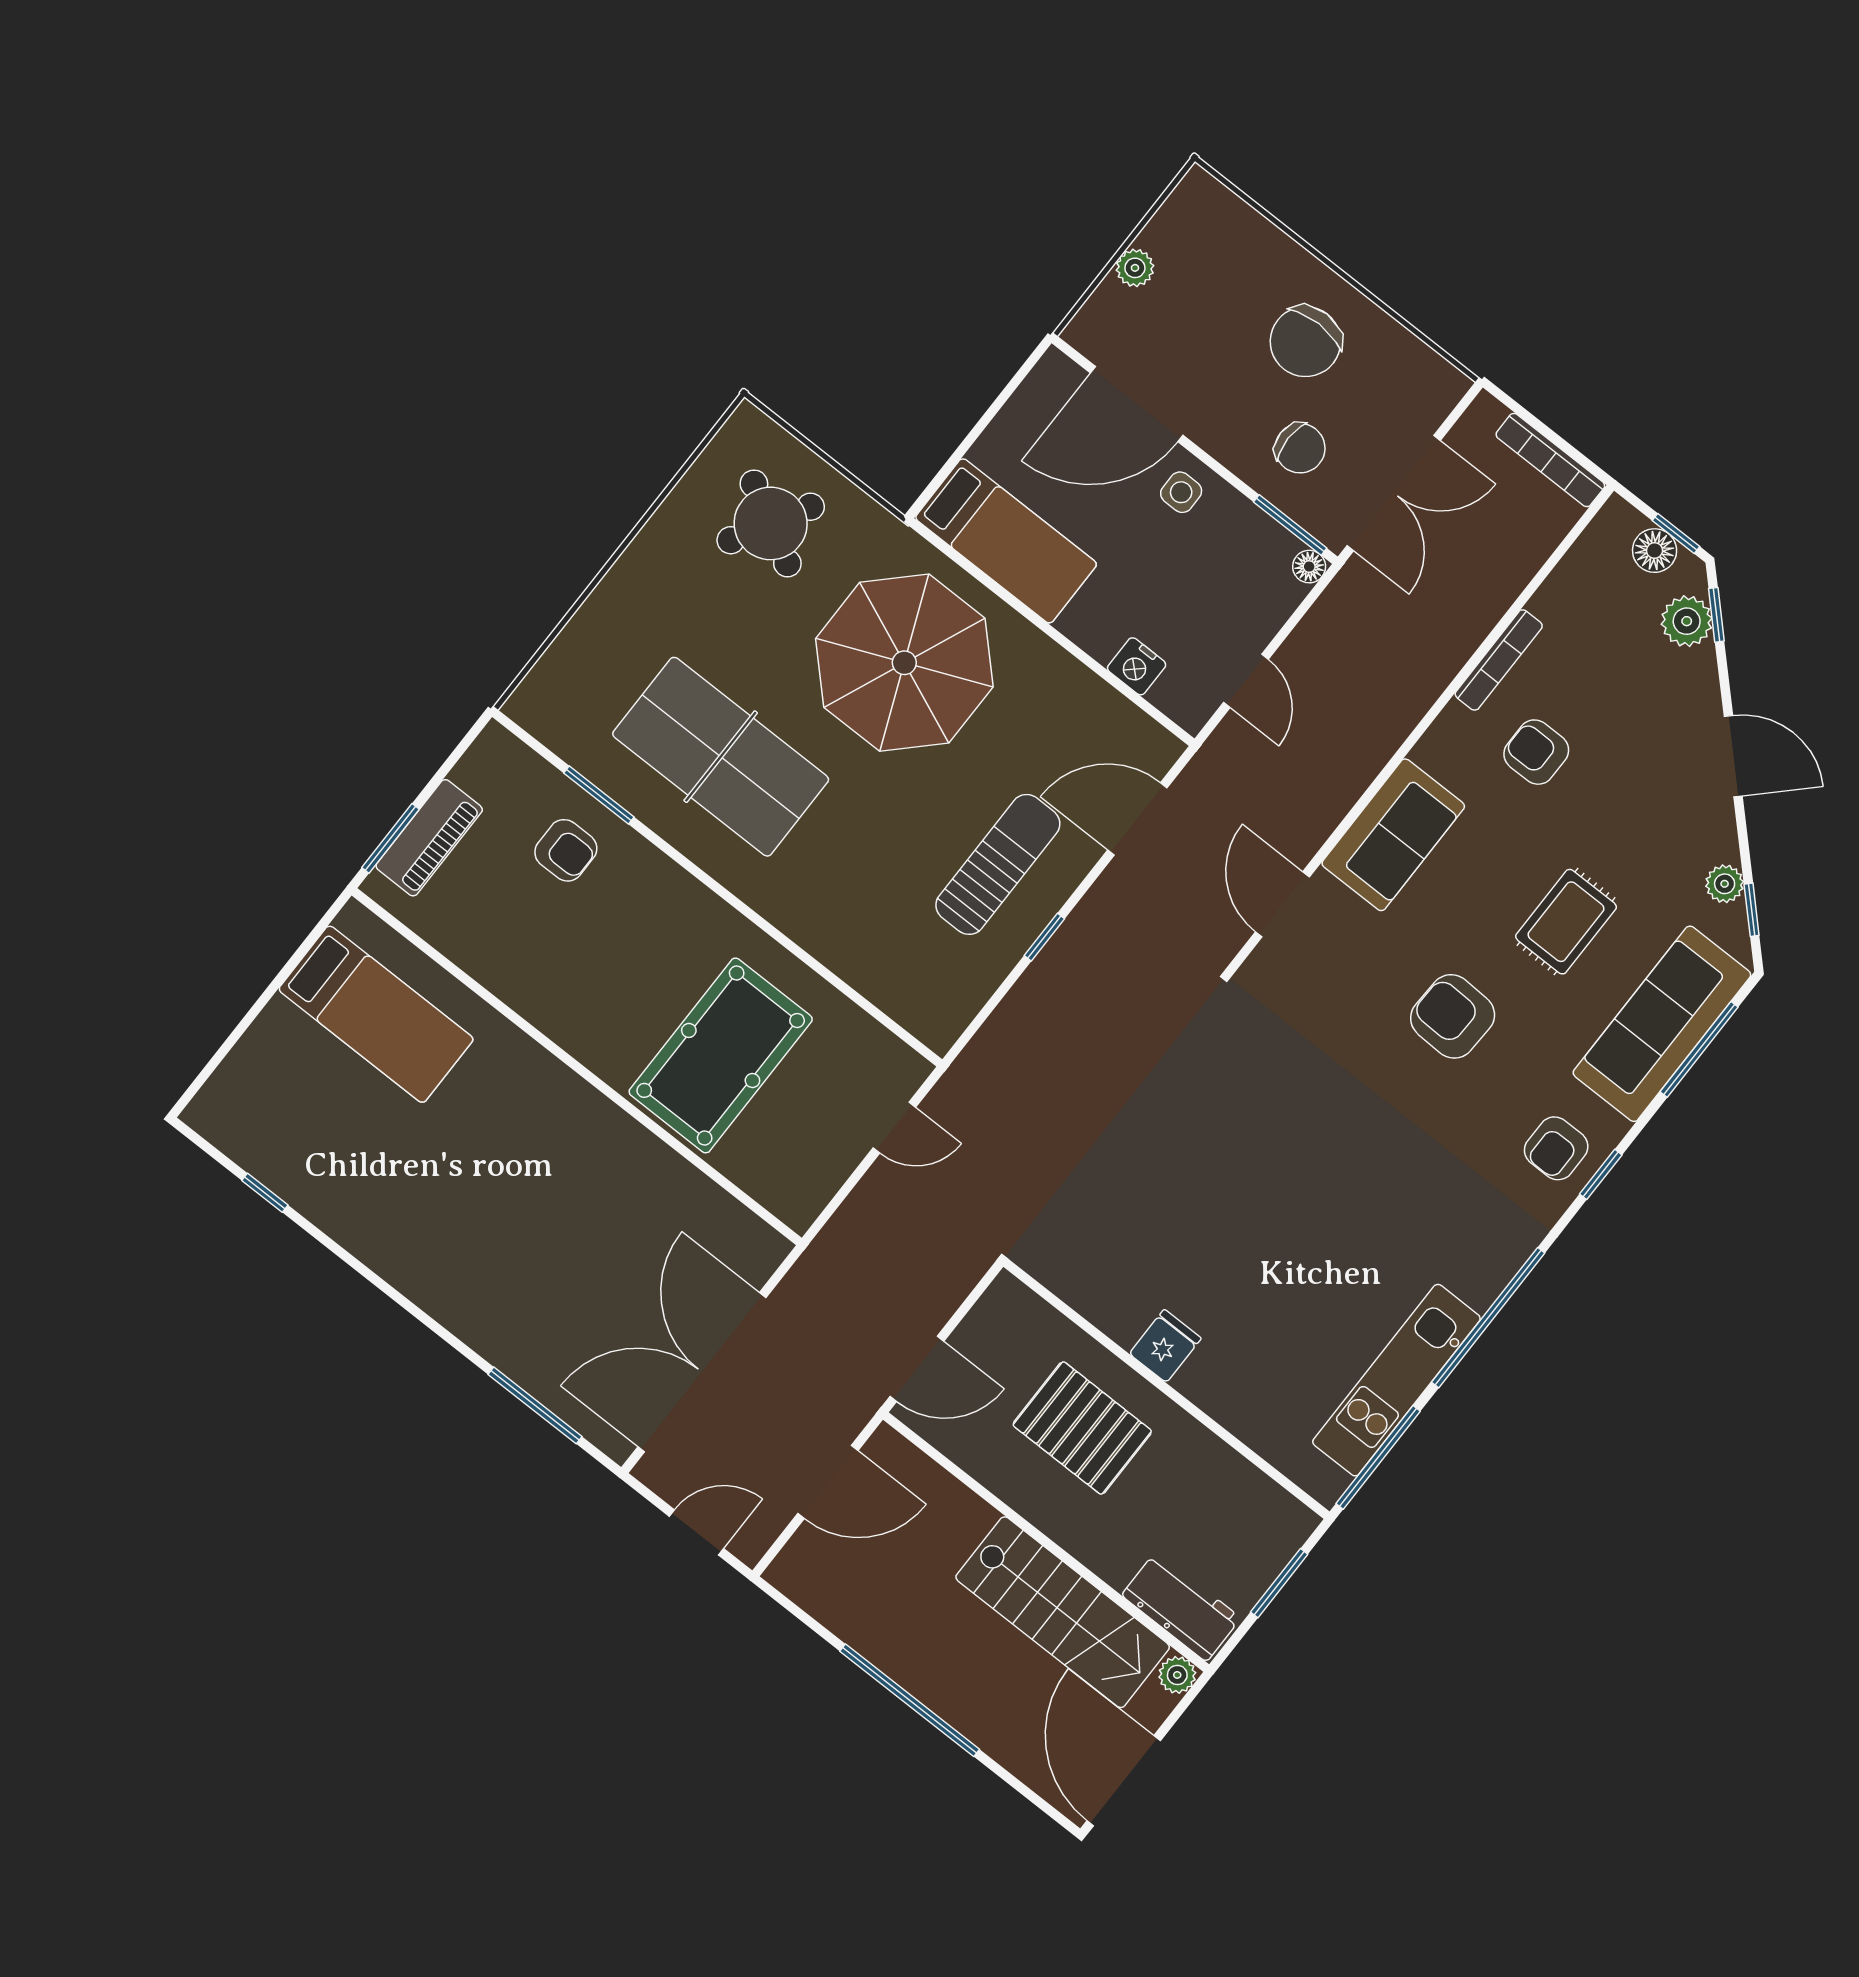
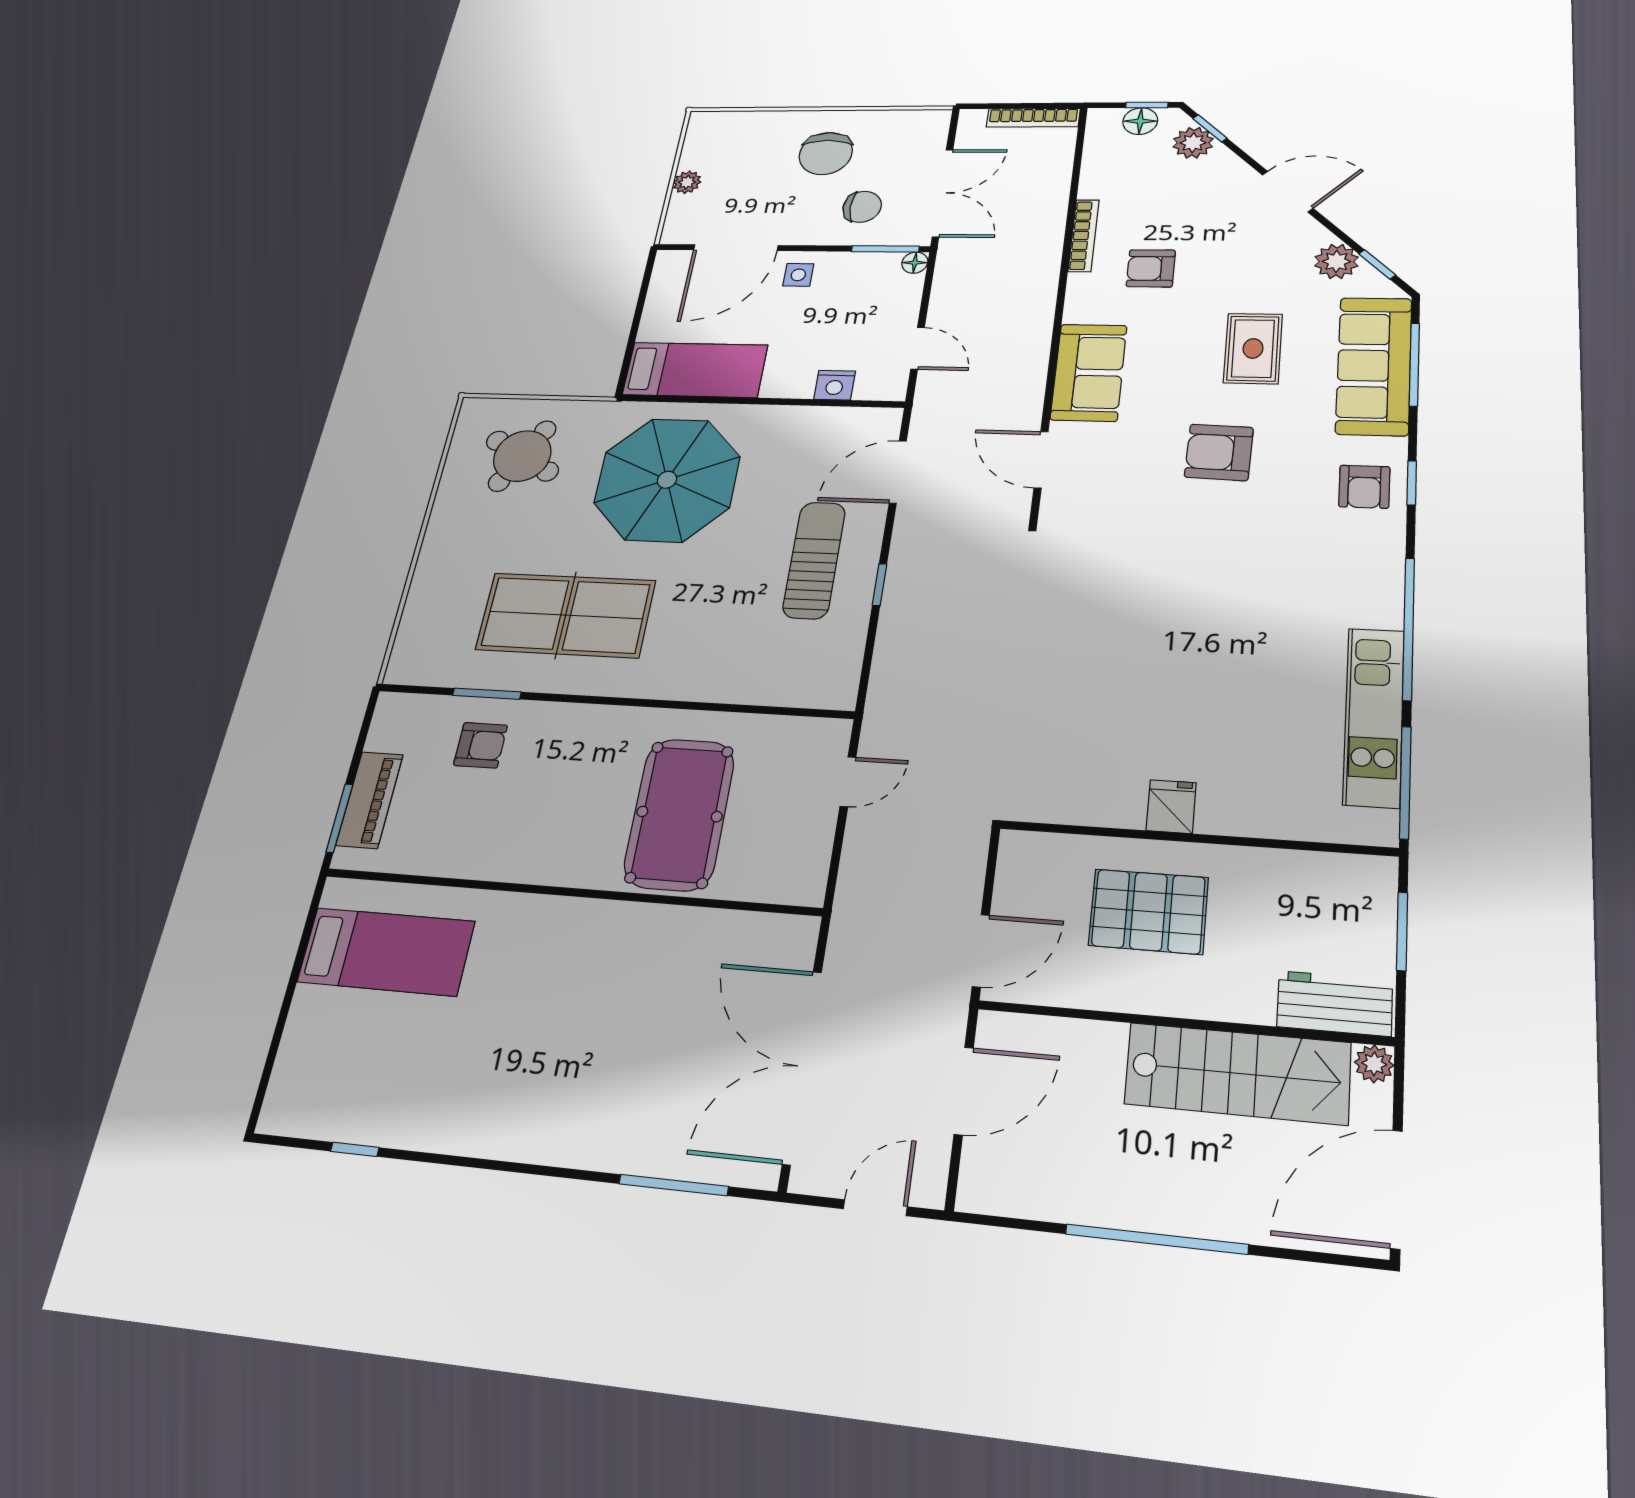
plant: (1725, 884) -> (1336, 261), width x1.38, depth x1.38
door: (1124, 1781) -> (1396, 1189), hinge flipped

